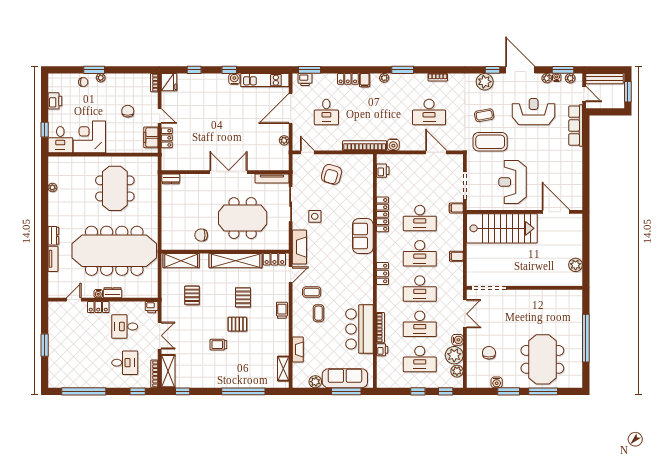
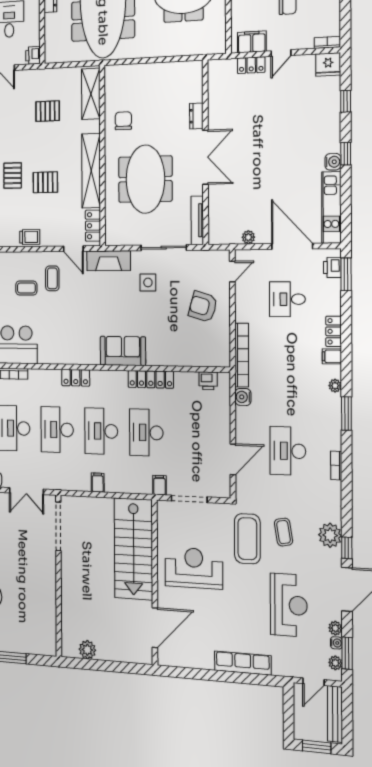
row of seats: (576, 126) -> (243, 663), moved
dresser: (171, 179) -> (196, 116), moved

